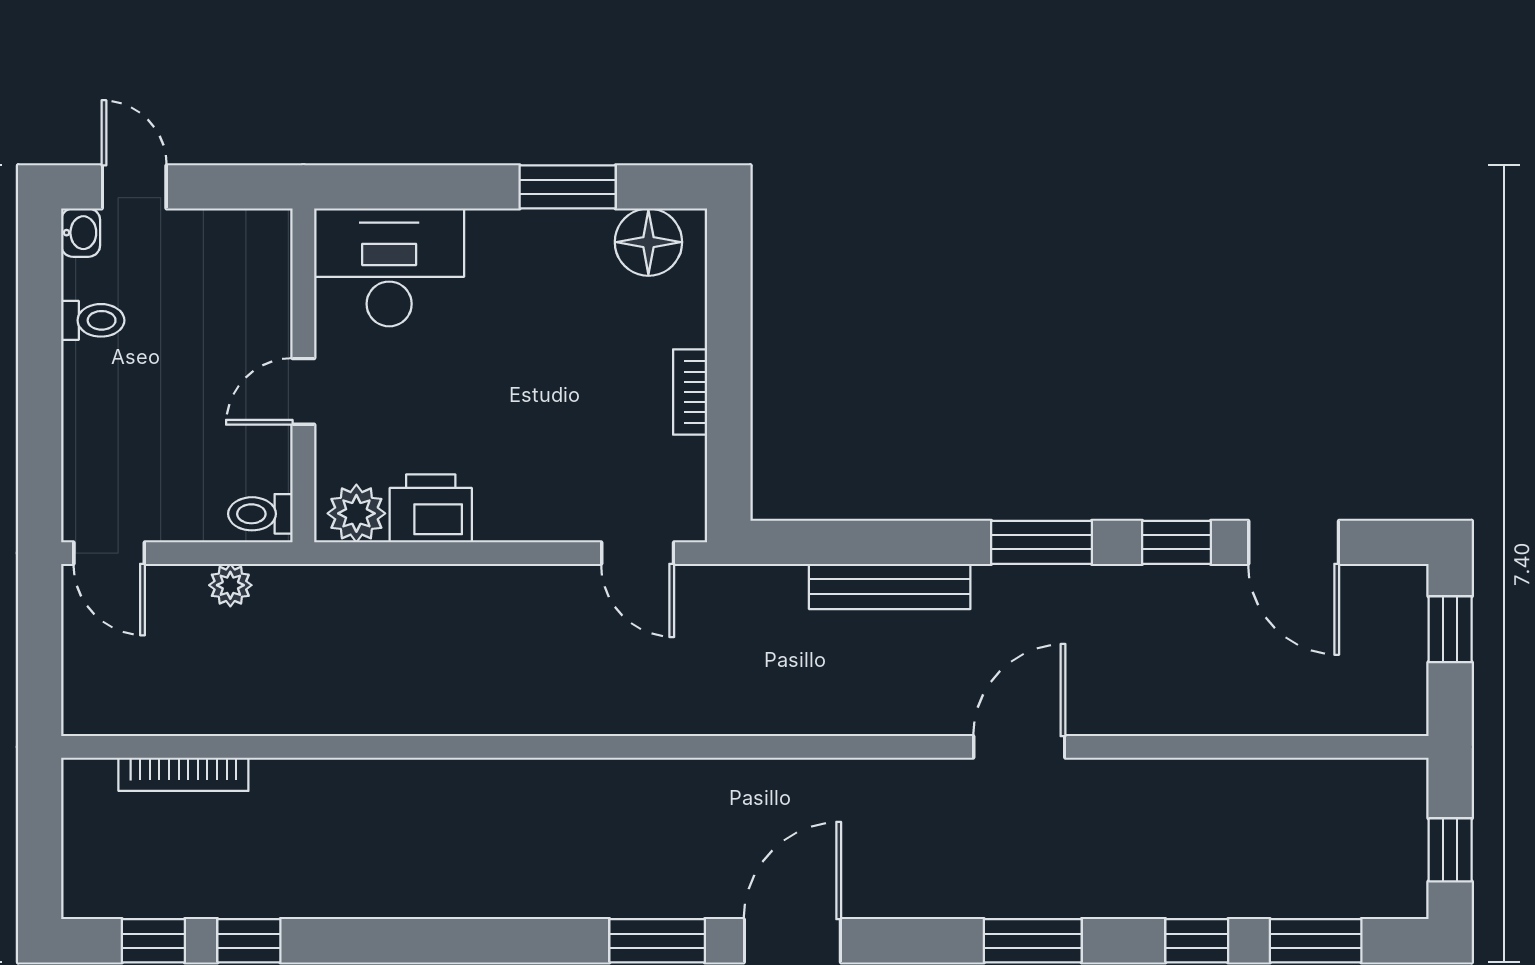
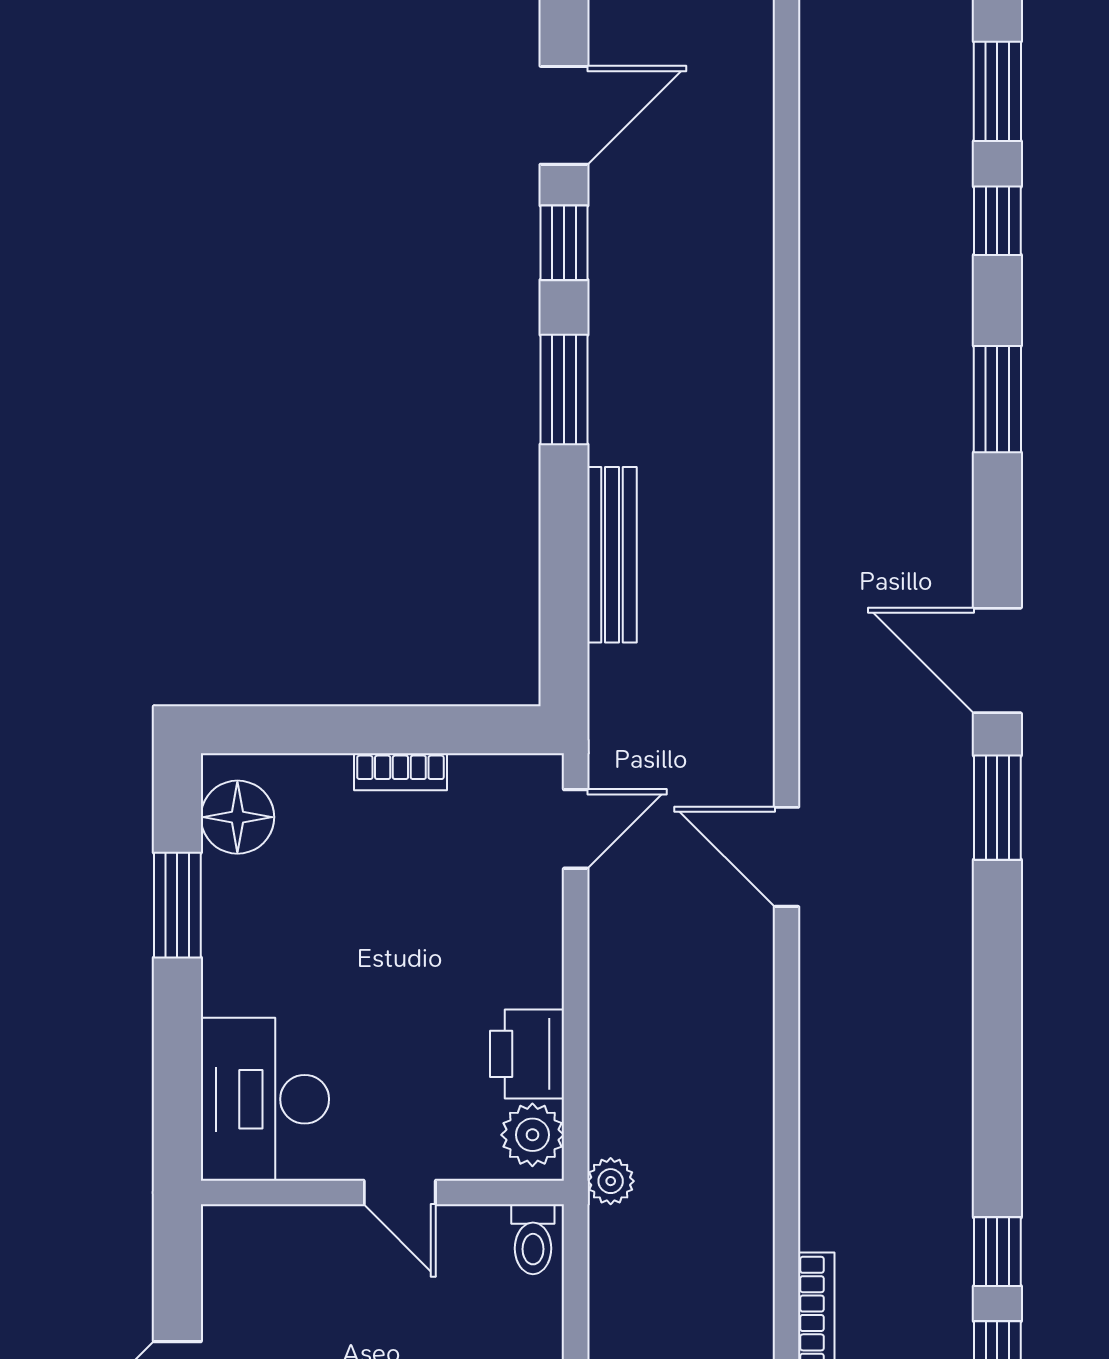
plant: (230, 585) -> (611, 1181), moved
door: (1019, 747) -> (787, 857), moved

